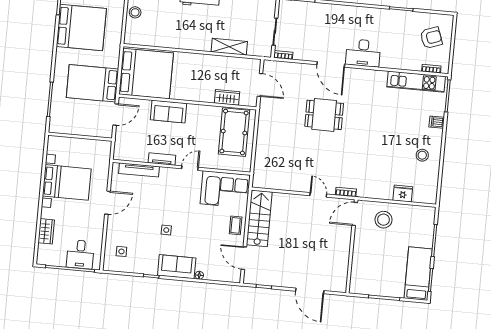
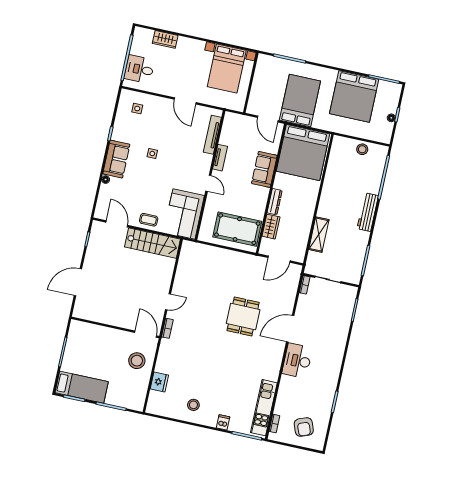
dresser: (201, 97) -> (275, 202), added
bed with nightstands: (67, 182) -> (227, 69), moved
door: (244, 258) -> (117, 224), hinge flipped

